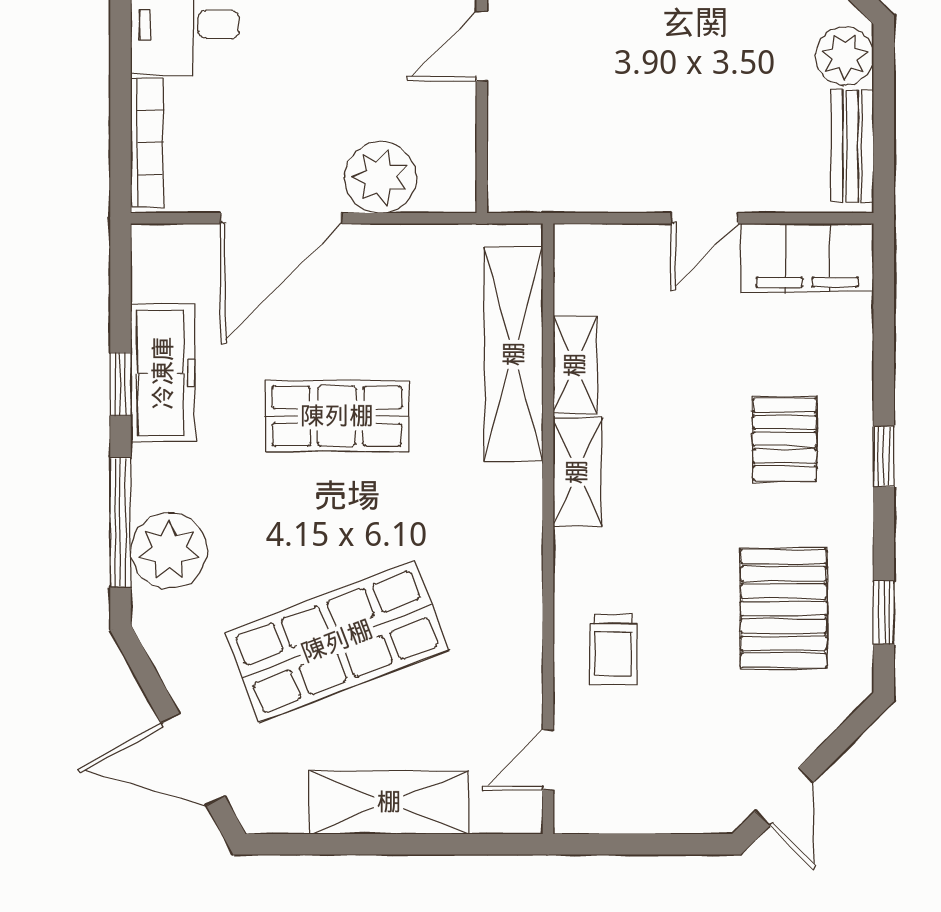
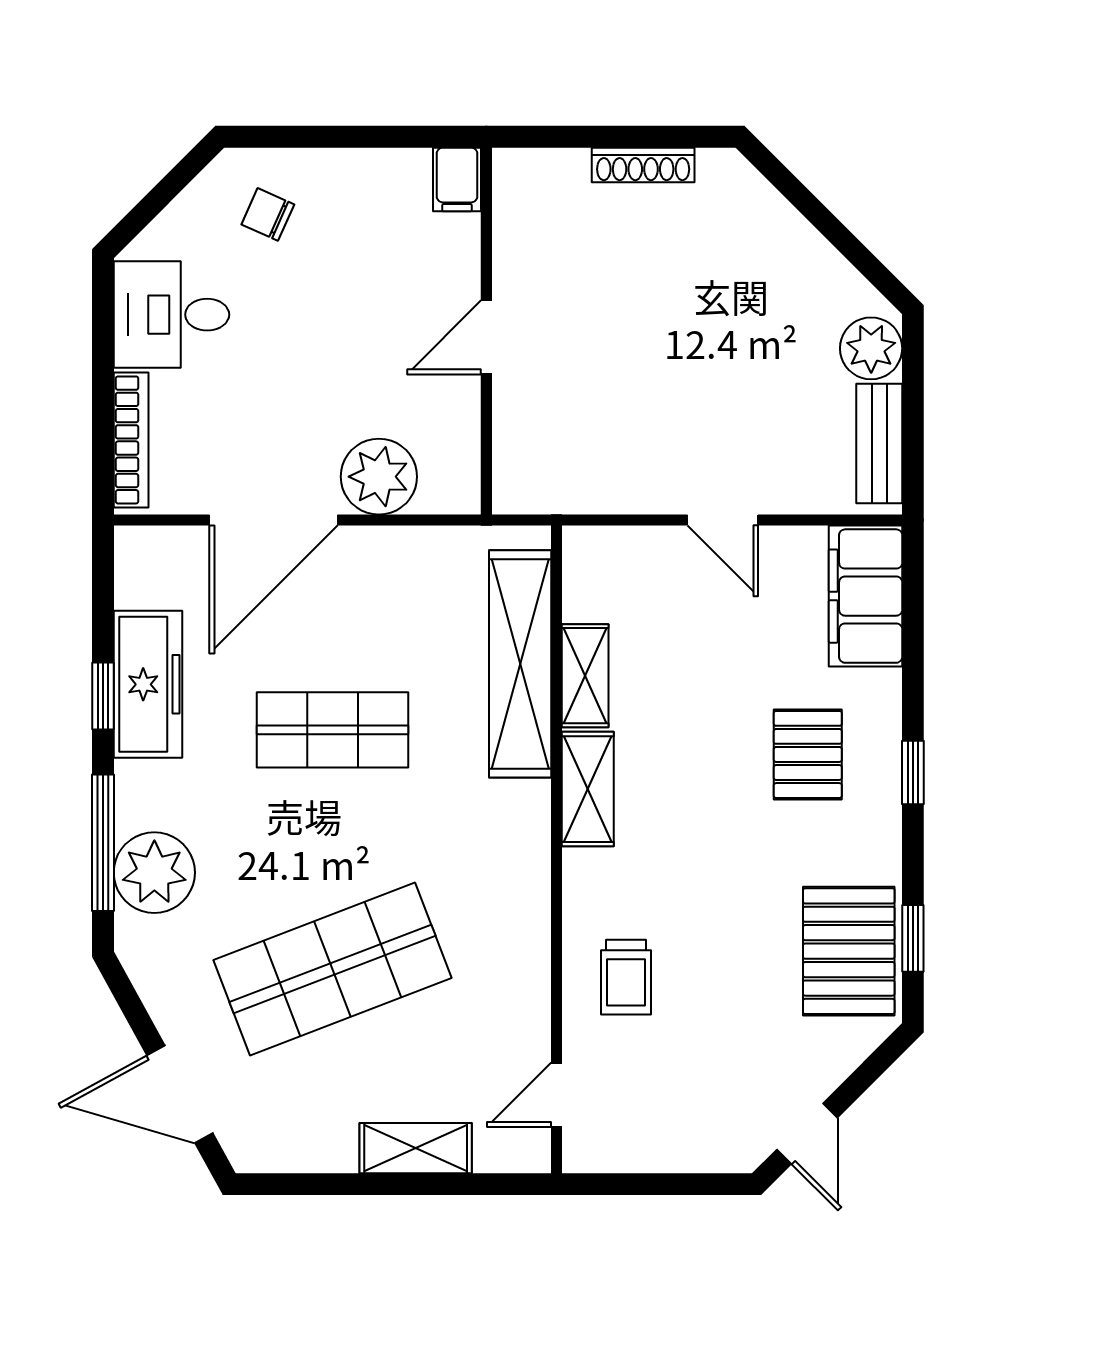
door: (705, 218) -> (723, 520), hinge flipped
filing cabinet: (807, 258) -> (866, 596), moved, turned 90
pallet: (784, 608) -> (849, 951), moved
shelving: (389, 802) -> (416, 1148), width x0.67, depth x0.75

